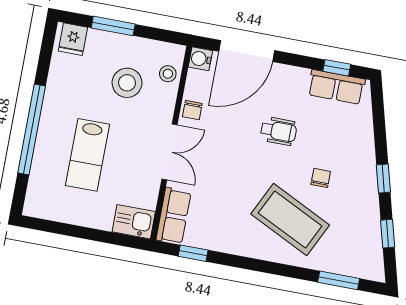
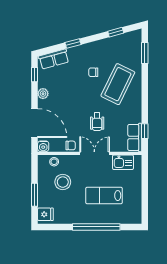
plant: (298, 77) -> (43, 94), added
row of seats: (336, 87) -> (54, 59), moved, turned 75
wheelchair: (278, 131) -> (97, 122), moved, turned 180
lab bench: (87, 155) -> (104, 196), turned 180
window: (383, 179) -> (73, 44), moved
row of seats: (174, 216) -> (135, 137), moved, turned -90
kitchen sink: (134, 222) -> (123, 162), moved, turned -90

